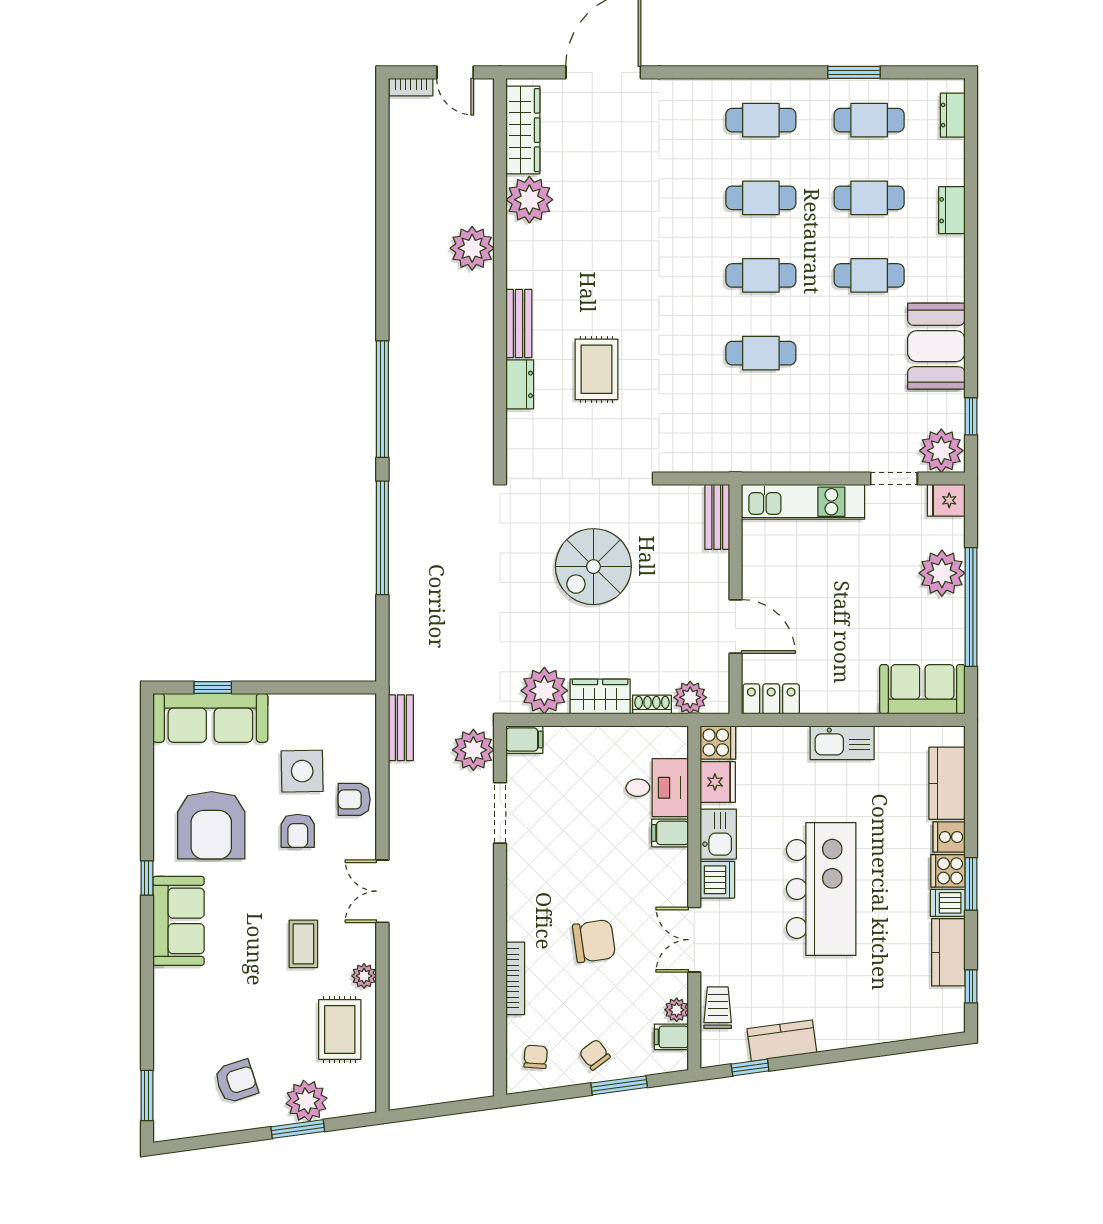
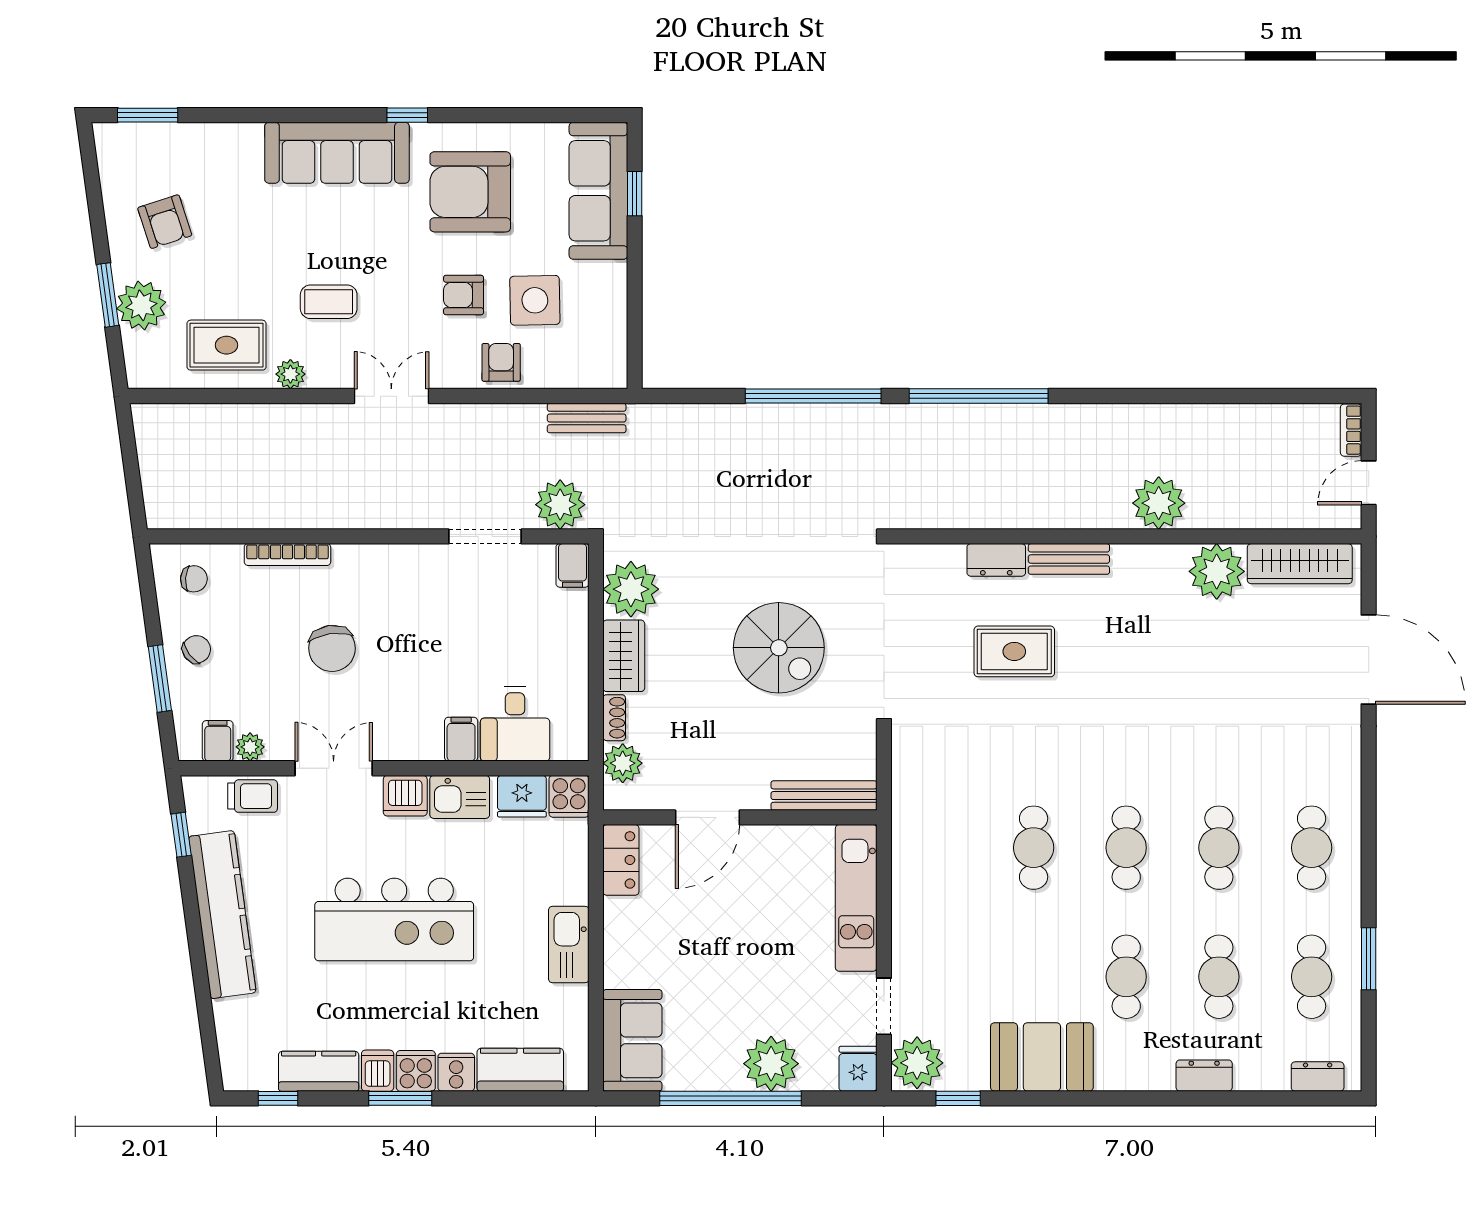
bench: (717, 517) -> (824, 796), width x1.36
spiral stairs: (593, 567) -> (779, 648), turned 180
sofa: (179, 921) -> (337, 153), width x1.36
kitchen counter: (782, 1041) -> (222, 915), width x2.08, depth x1.17

